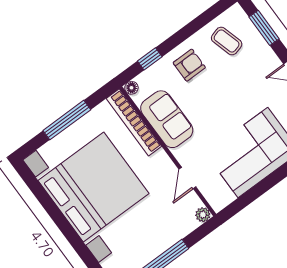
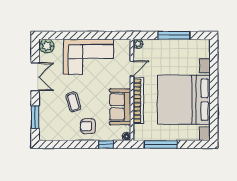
coffee table: (227, 41) -> (73, 102), moved
window: (67, 120) -> (161, 144), moved
bookcase: (134, 122) -> (138, 101), moved

